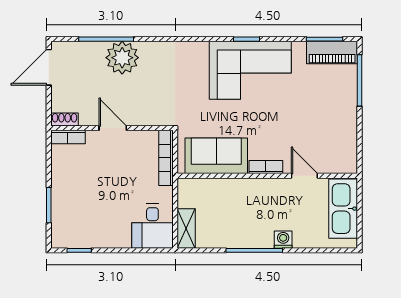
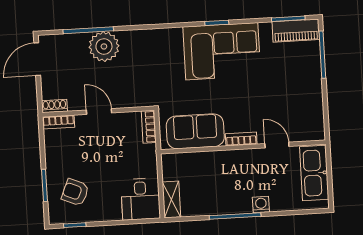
bookcase: (166, 158) -> (149, 127), width x0.64
armchair: (82, 215) -> (75, 192), added

